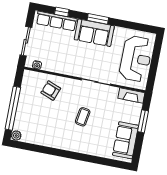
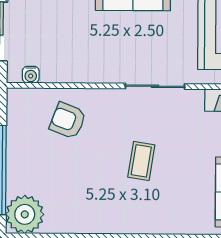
plant: (16, 136) -> (25, 214), width x1.88, depth x1.88

